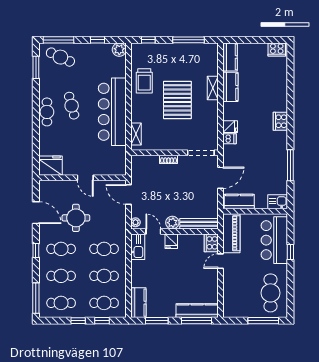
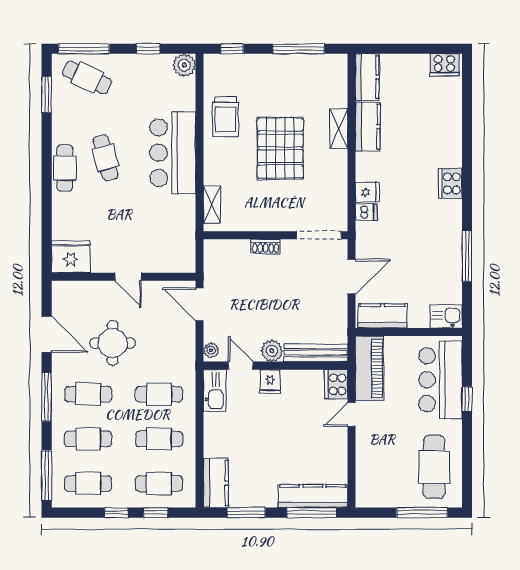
bar counter: (112, 112) -> (173, 153), width x0.73
window: (36, 250) -> (47, 397), width x2.17

